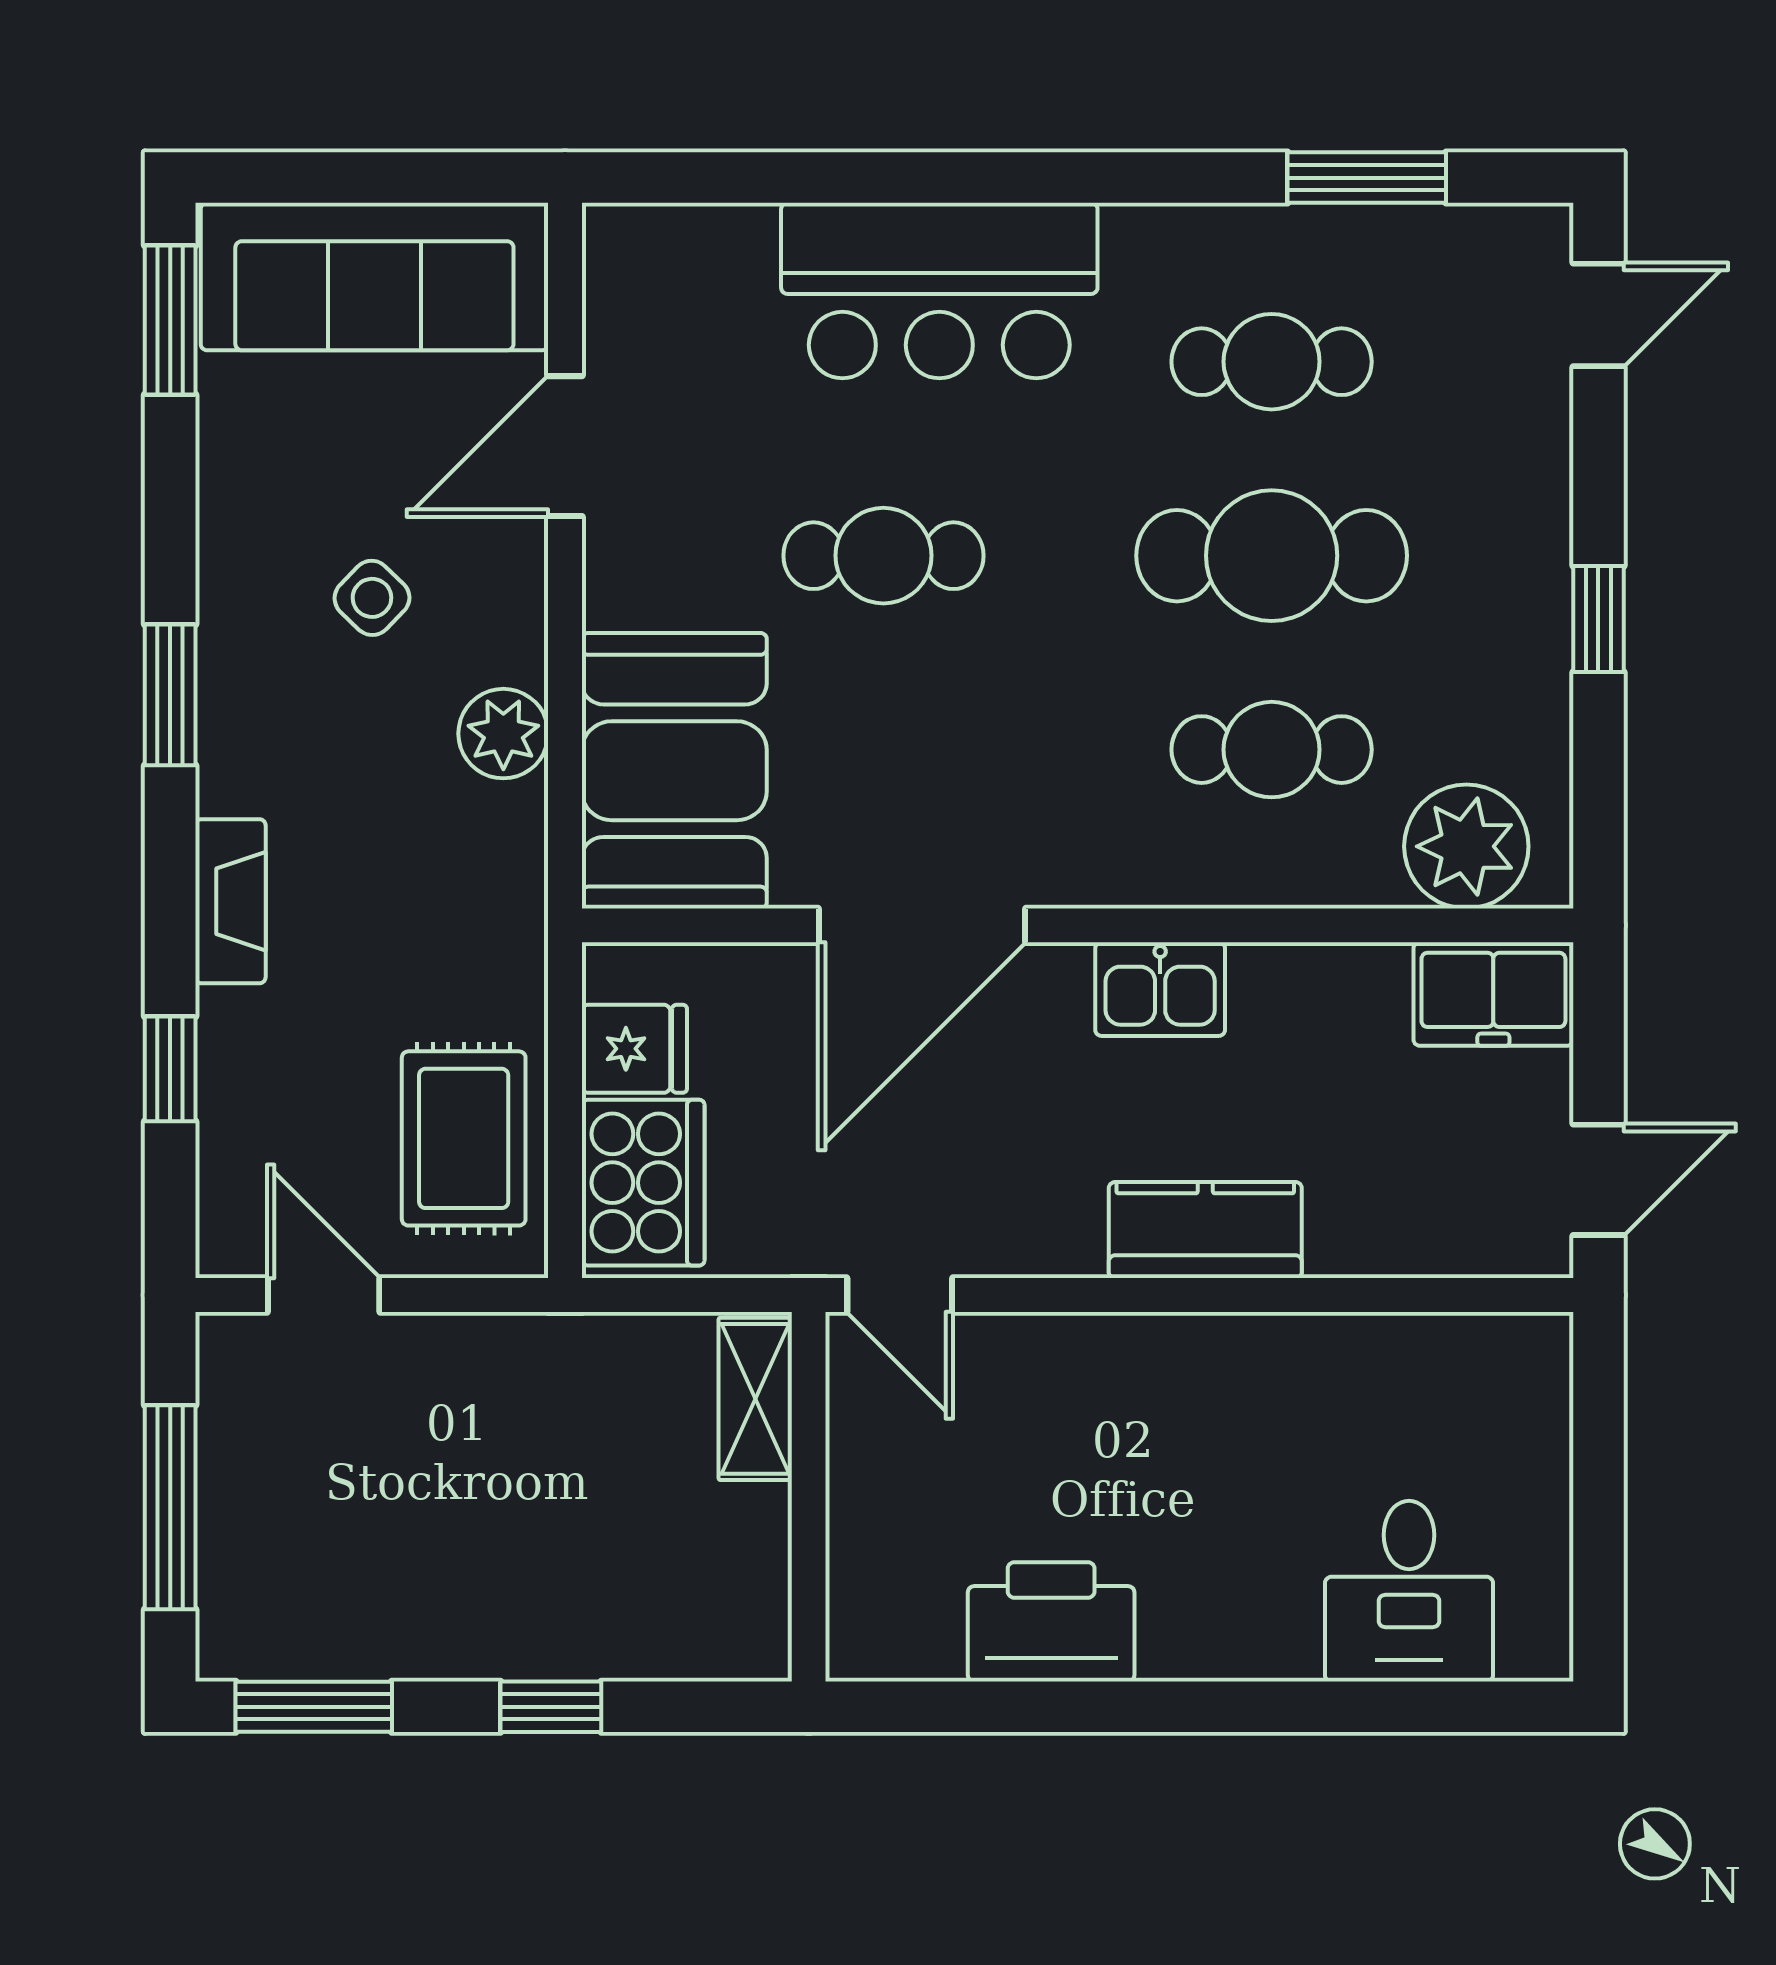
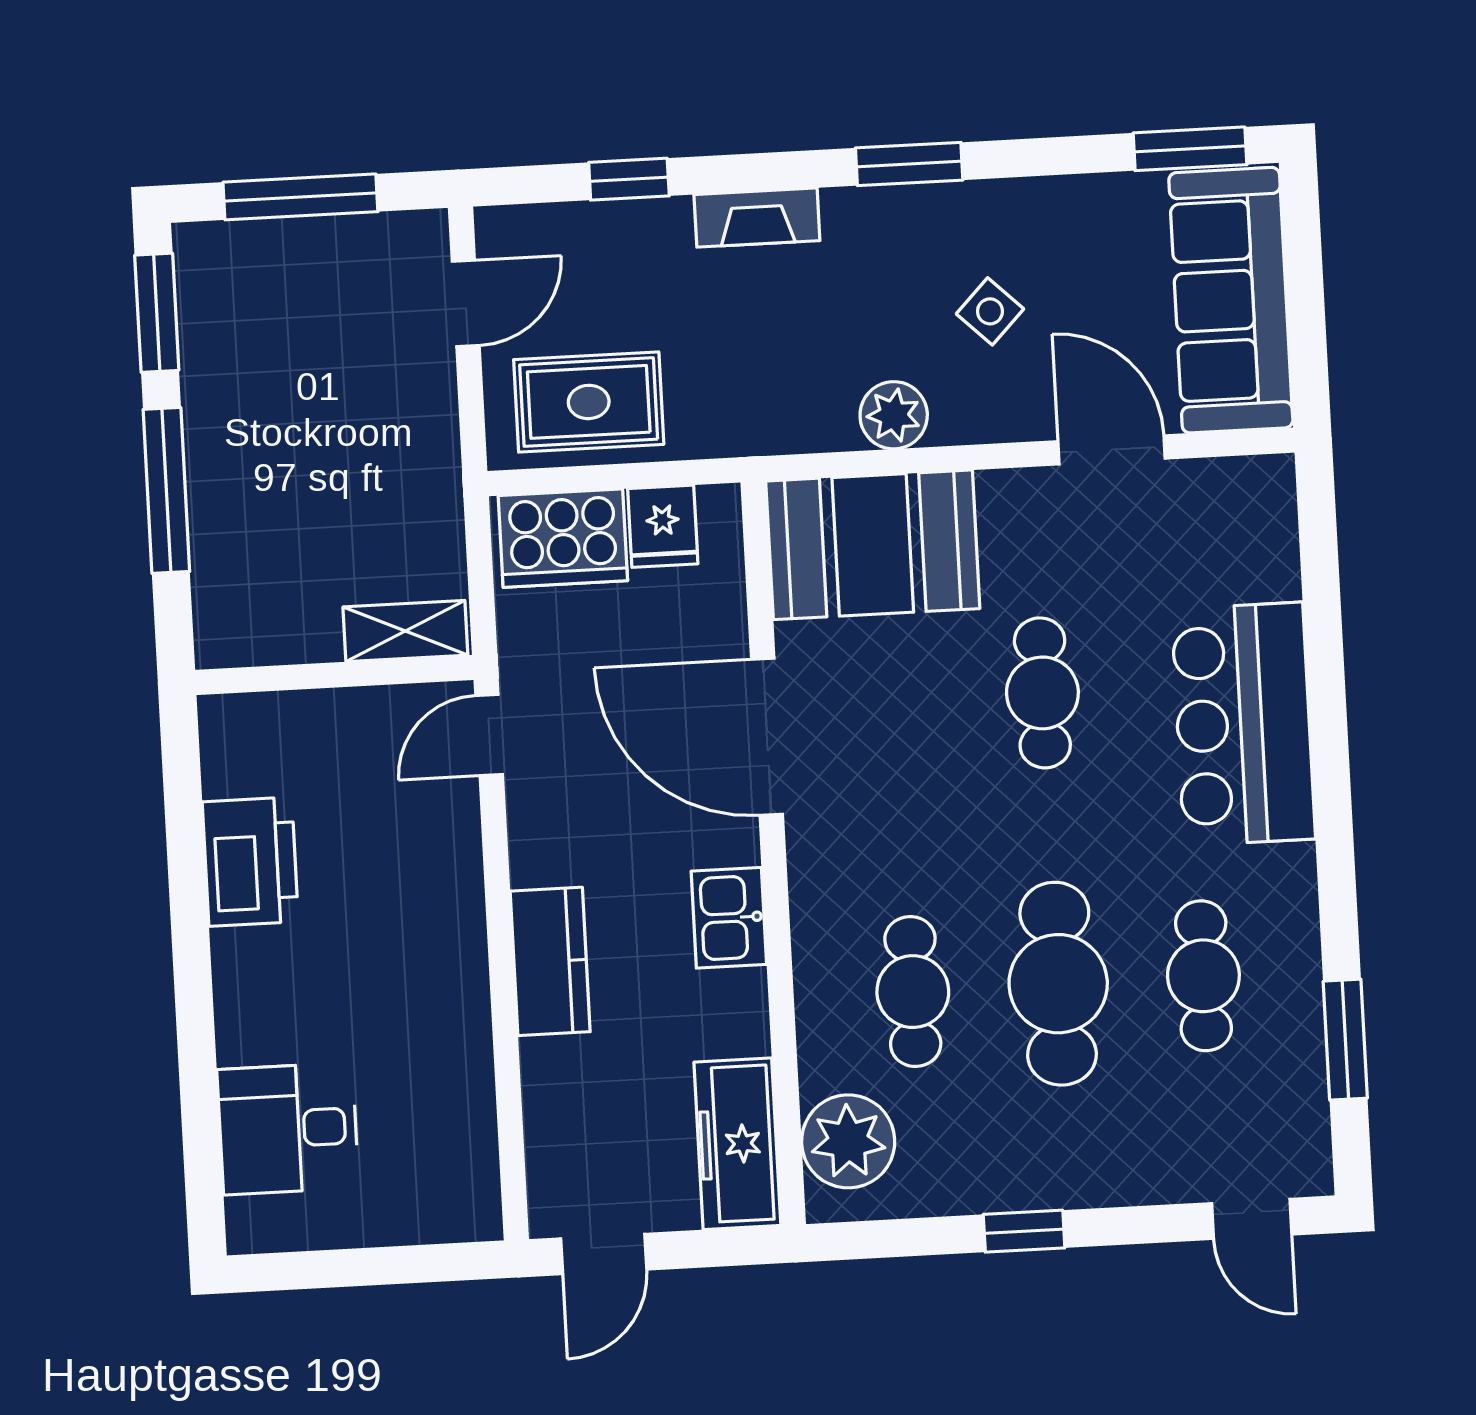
freezer: (1493, 994) -> (737, 1144), width x1.40
door: (1598, 1180) -> (604, 1254), hinge flipped
window: (551, 1707) -> (166, 490), width x2.17

